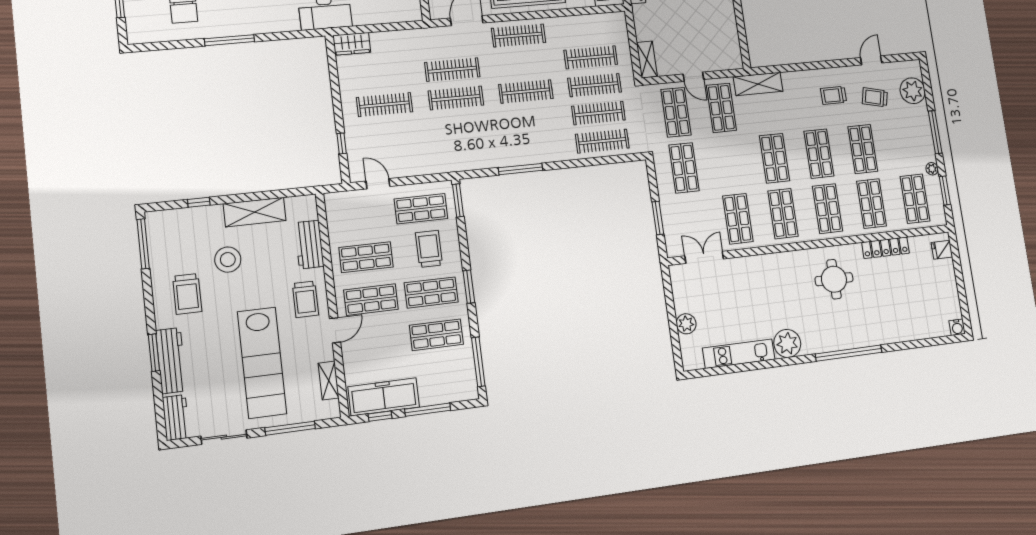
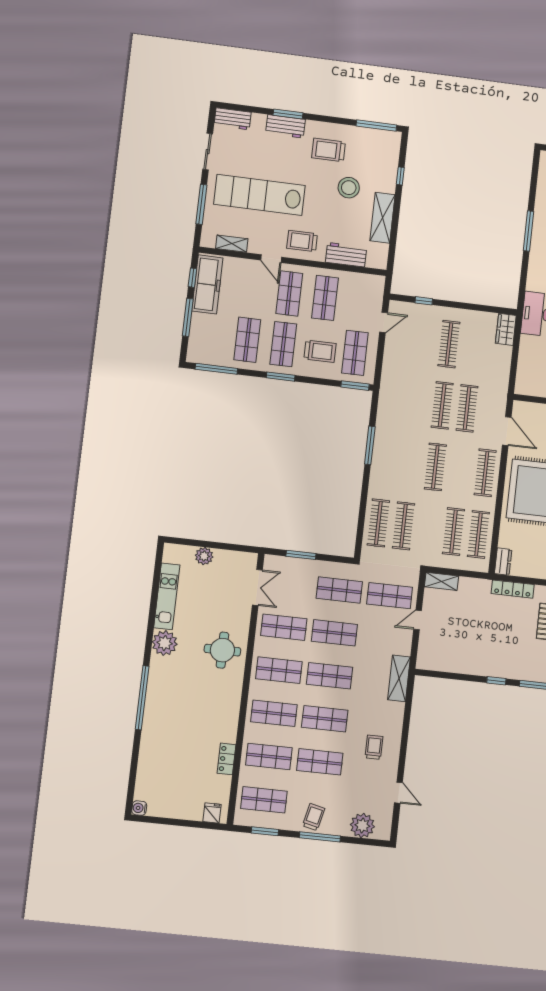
clothes rail: (595, 85) -> (478, 534), moved
trolley: (875, 97) -> (314, 817), moved
shop shelf: (721, 108) -> (334, 633), moved
plant: (932, 169) -> (287, 824), removed
locker: (886, 248) -> (226, 759), width x0.66
round table: (834, 279) -> (222, 650), moved
workbench: (171, 361) -> (285, 126), width x0.73

